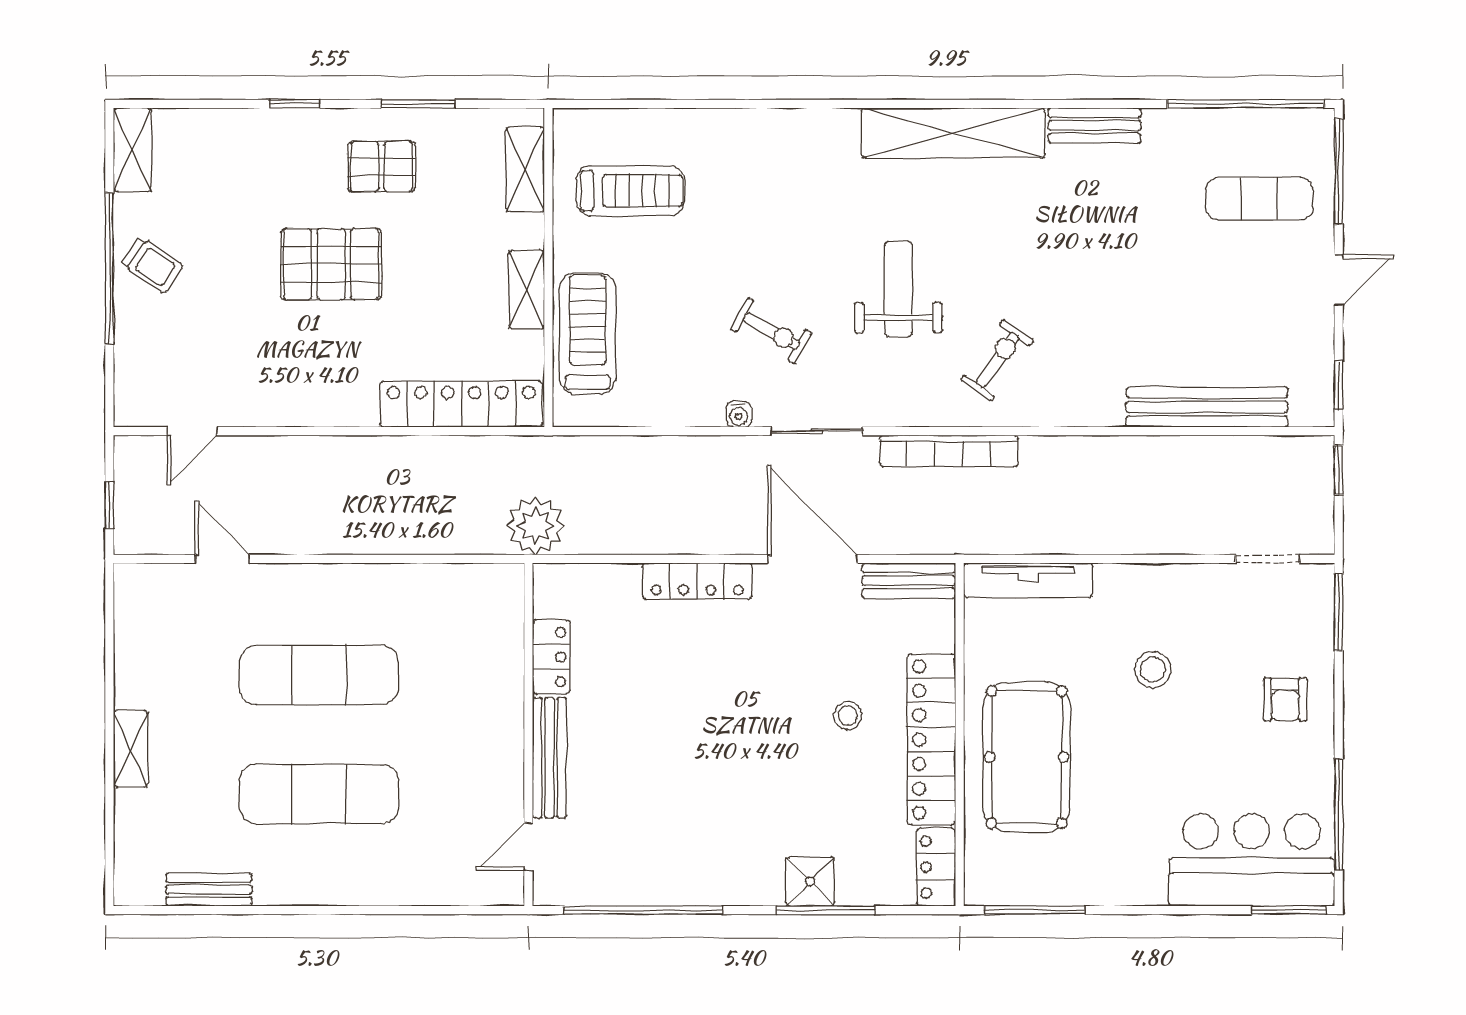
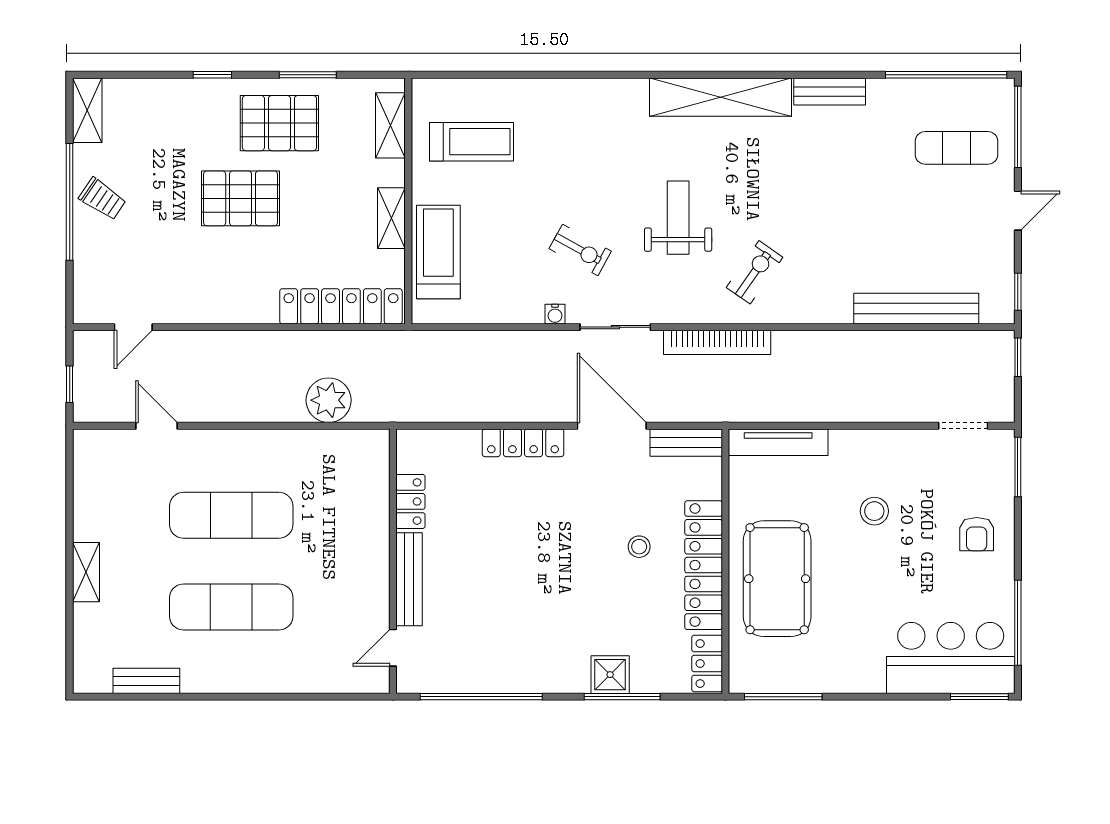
pallet: (381, 167) -> (279, 123), width x1.50, depth x1.42
plant: (536, 526) -> (329, 400), moved

